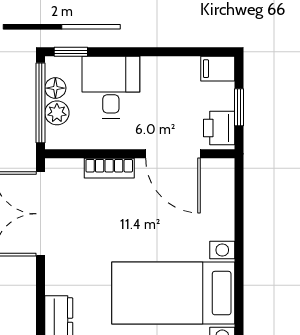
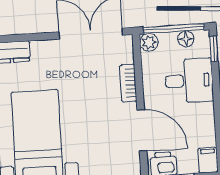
plant: (57, 113) -> (149, 42), moved
door: (173, 154) -> (142, 130), swing flipped

